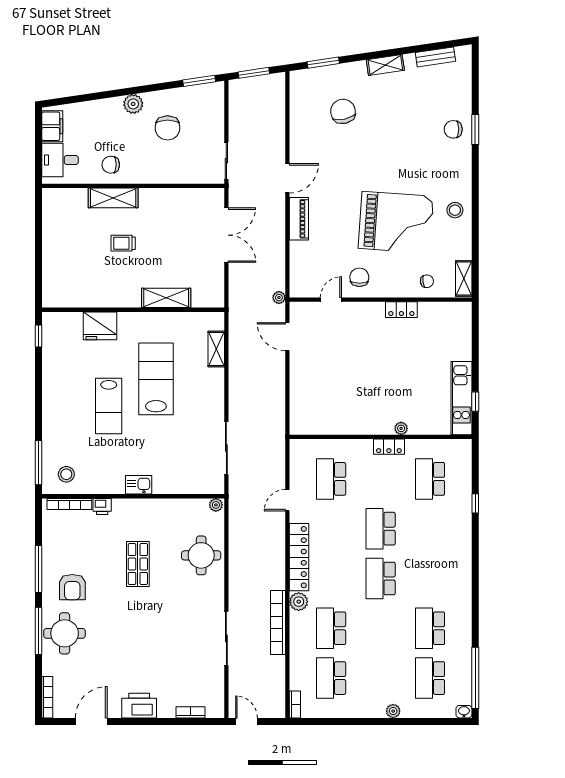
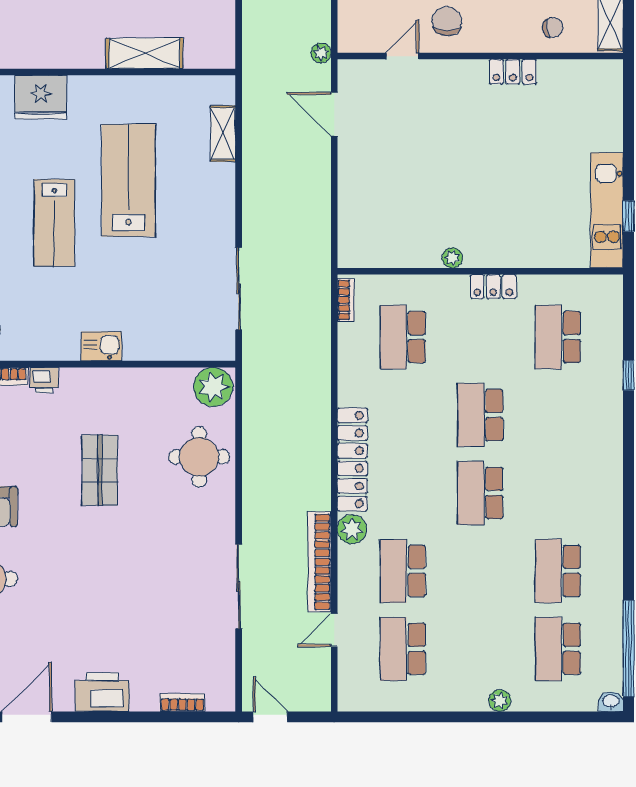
plant: (401, 428) -> (452, 258), moved
door: (287, 500) -> (334, 630), moved
plant: (216, 505) -> (213, 387), width x1.88, depth x1.88
bookcase: (295, 704) -> (346, 300), moved

